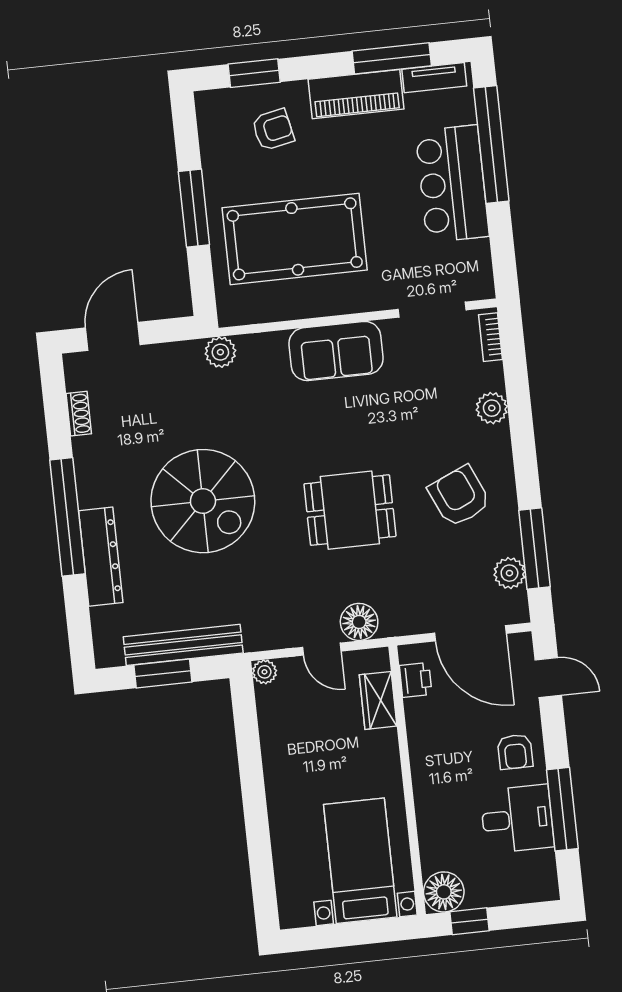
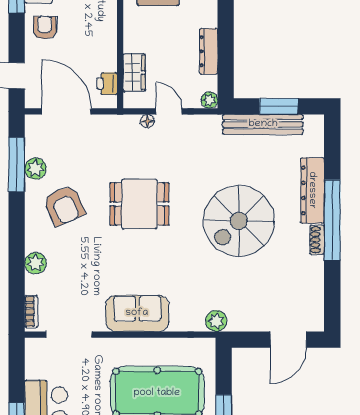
shoe rack: (79, 414) -> (317, 240), moved
spiral stairs: (203, 501) -> (239, 221), turned -90
plant: (509, 573) -> (35, 169), moved
floor lamp: (359, 622) -> (147, 121), width x0.53, depth x0.53
dresser: (273, 743) -> (209, 51), added

